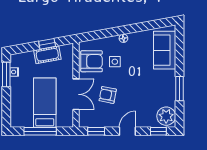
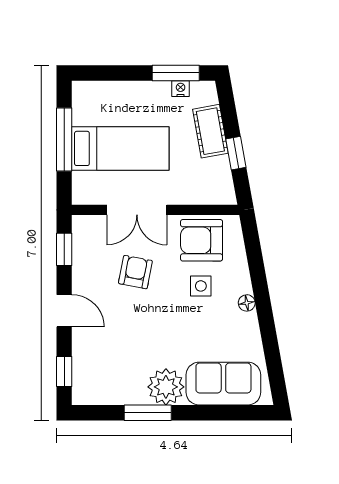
cot: (47, 55) -> (210, 131), moved
armchair: (92, 61) -> (202, 240), turned 90
plant: (166, 116) -> (166, 387), moved

